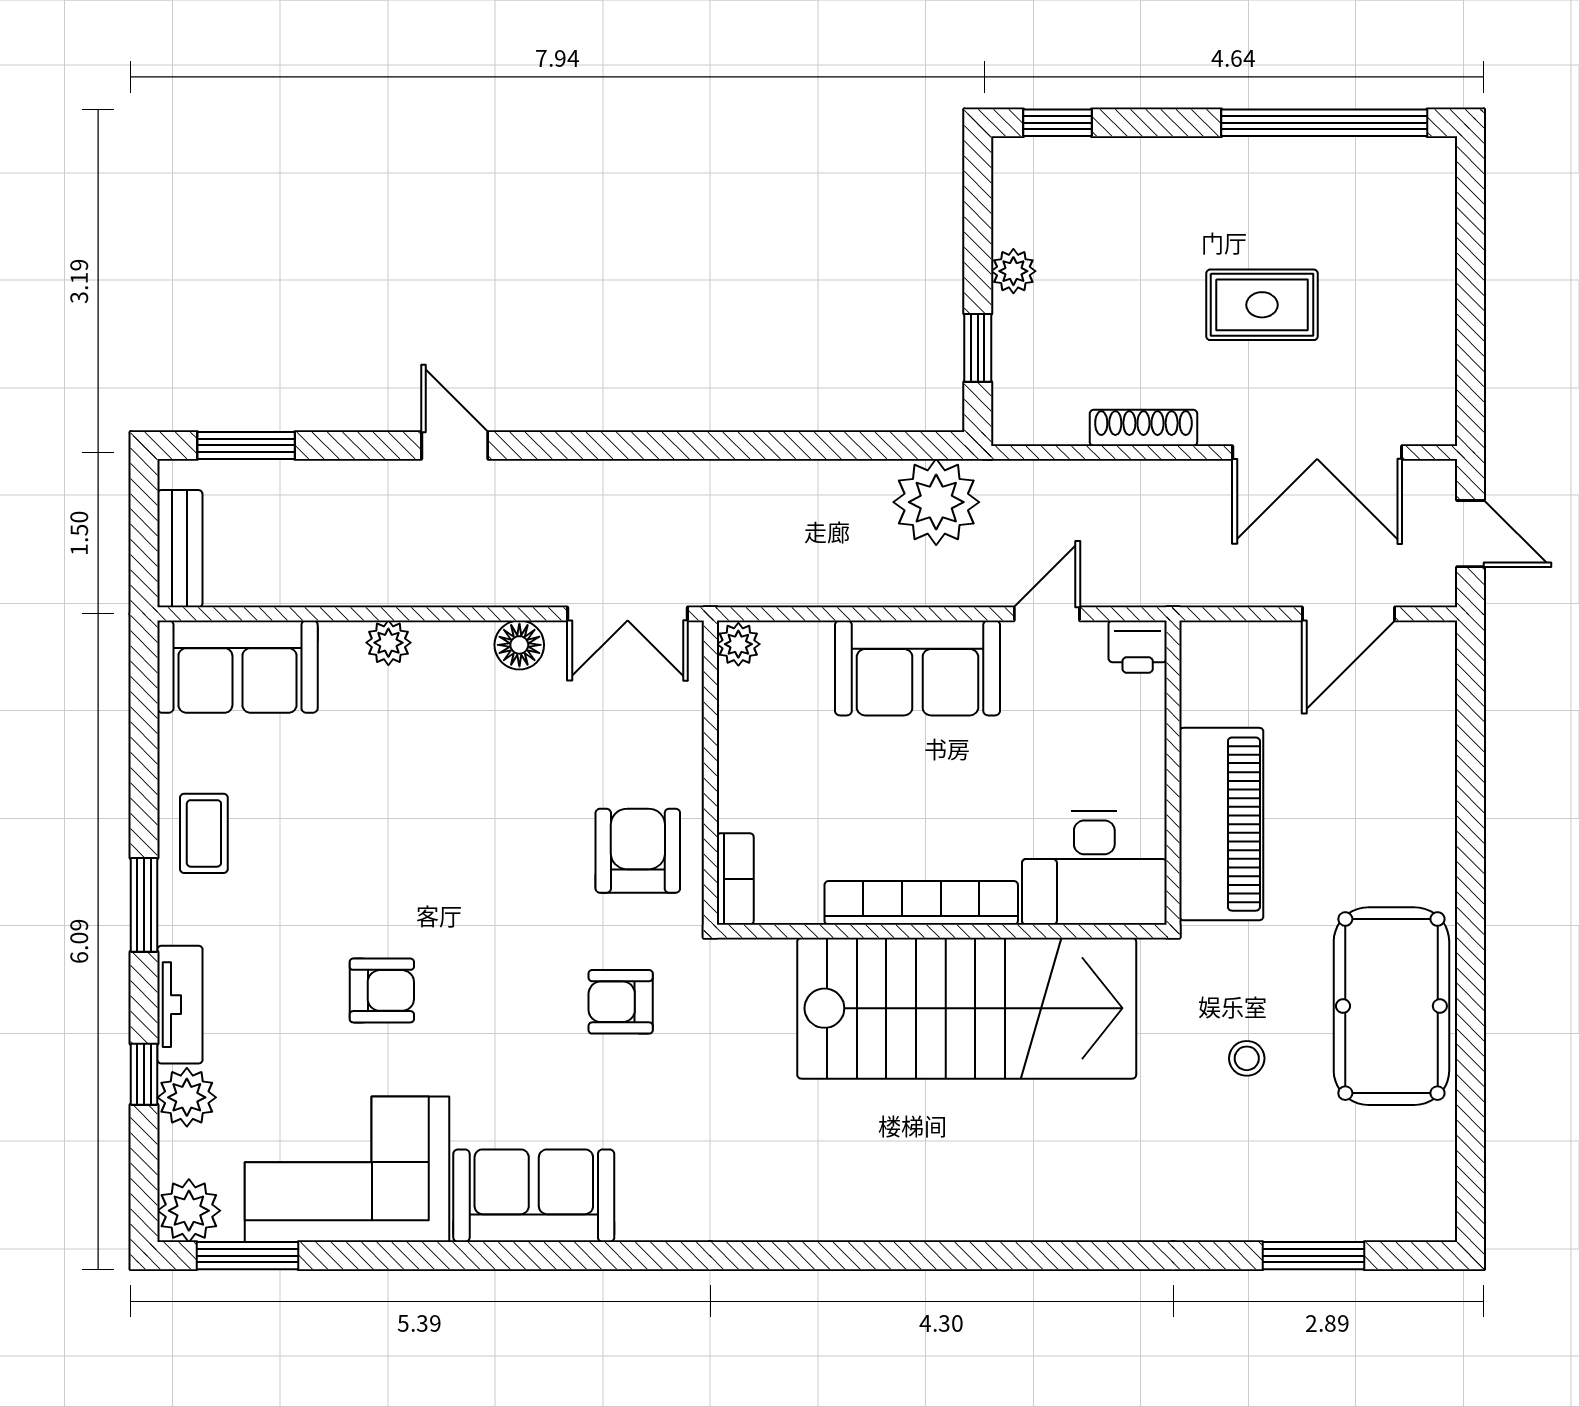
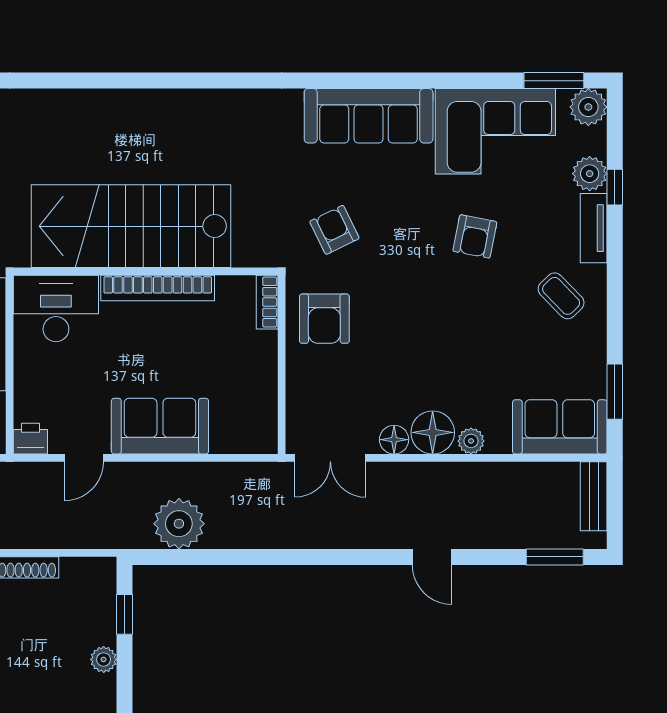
plant: (936, 502) -> (179, 524), moved
double door: (628, 614) -> (330, 458), swing flipped
plant: (738, 644) -> (265, 440), removed
floor lamp: (454, 657) -> (433, 432), added
coffee table: (204, 833) -> (561, 296), moved, turned -44
window: (144, 905) -> (615, 392), moved
armchair: (382, 990) -> (475, 236), turned -79
armchair: (621, 1002) -> (334, 230), turned -116
sofa: (534, 1196) -> (369, 116), width x1.36

